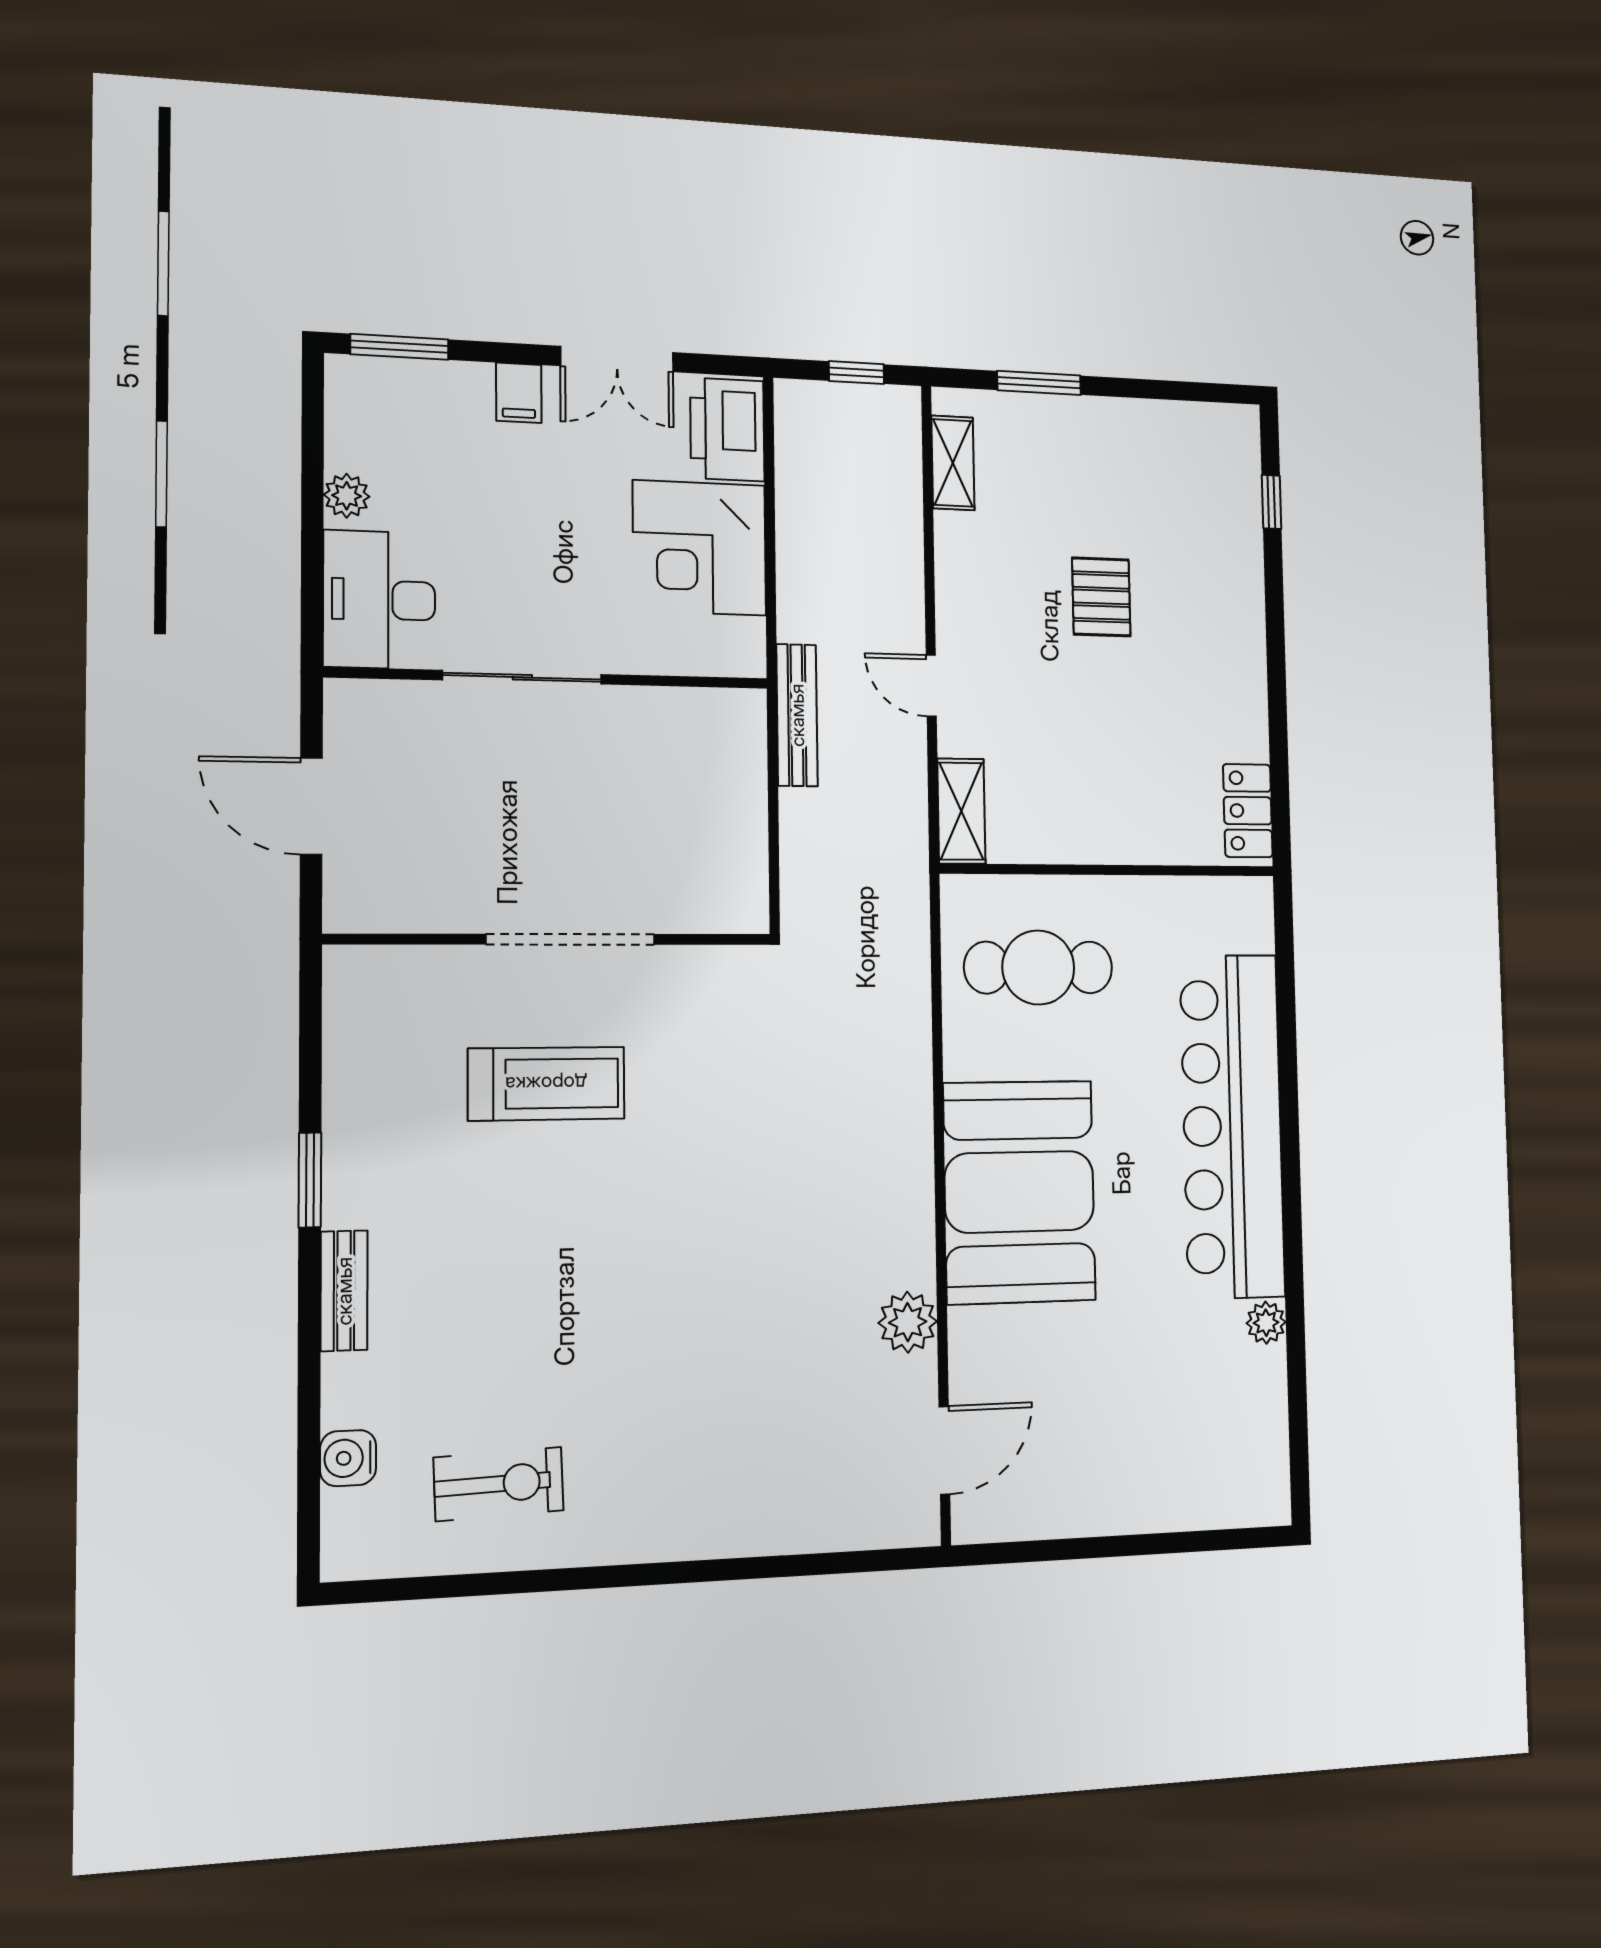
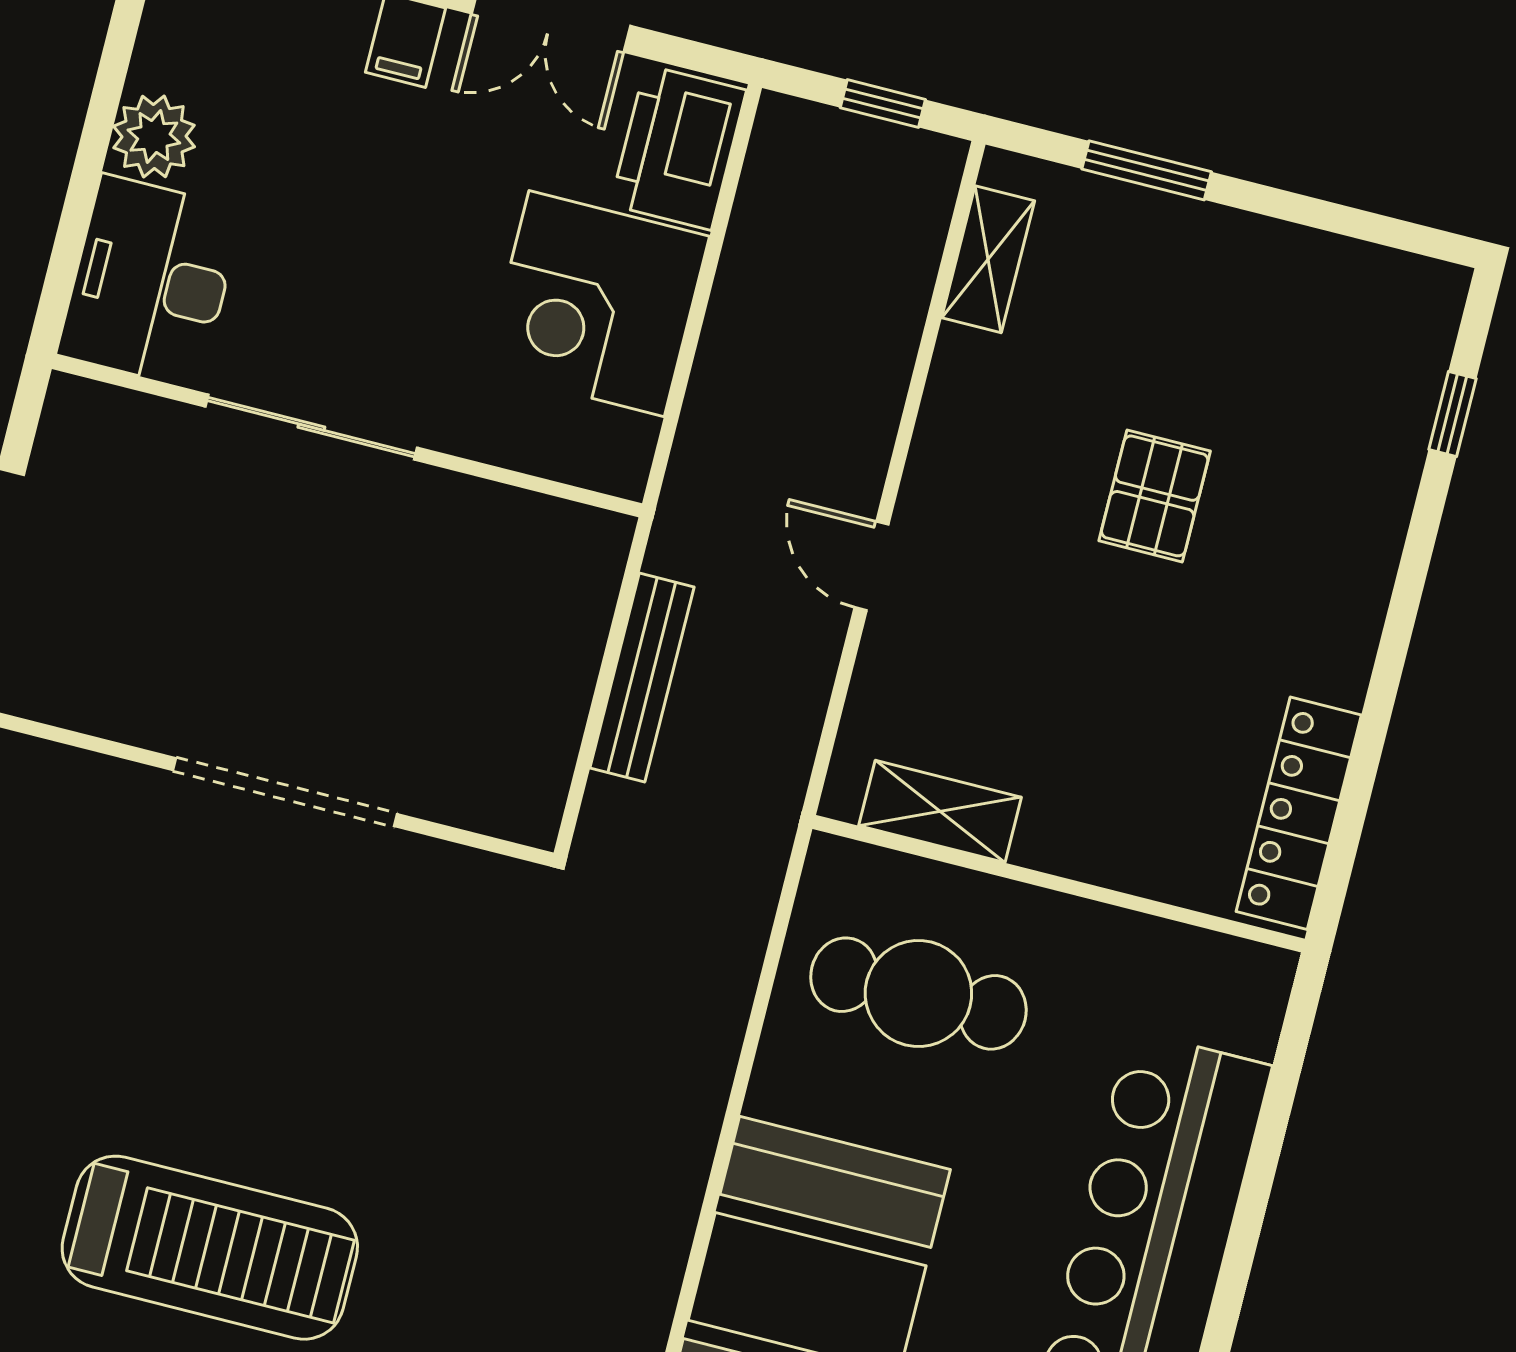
plant: (347, 496) -> (154, 137), width x1.38, depth x1.38
bench: (797, 715) -> (642, 678), moved
shelving: (961, 811) -> (940, 811), moved, turned 90
locker: (1248, 811) -> (1299, 813), width x1.53
treadmill: (546, 1084) -> (210, 1248), moved, width x1.37, depth x1.38

